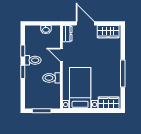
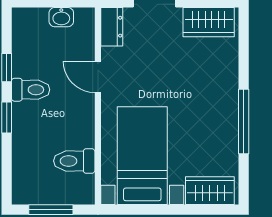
toilet: (51, 78) -> (74, 161), moved

